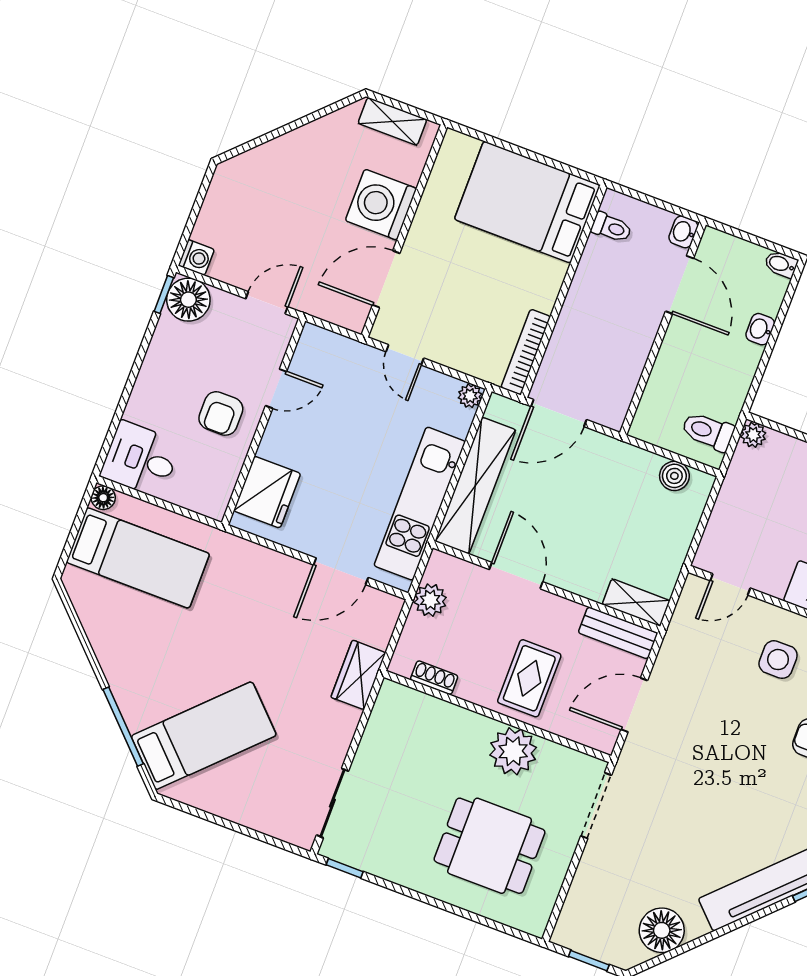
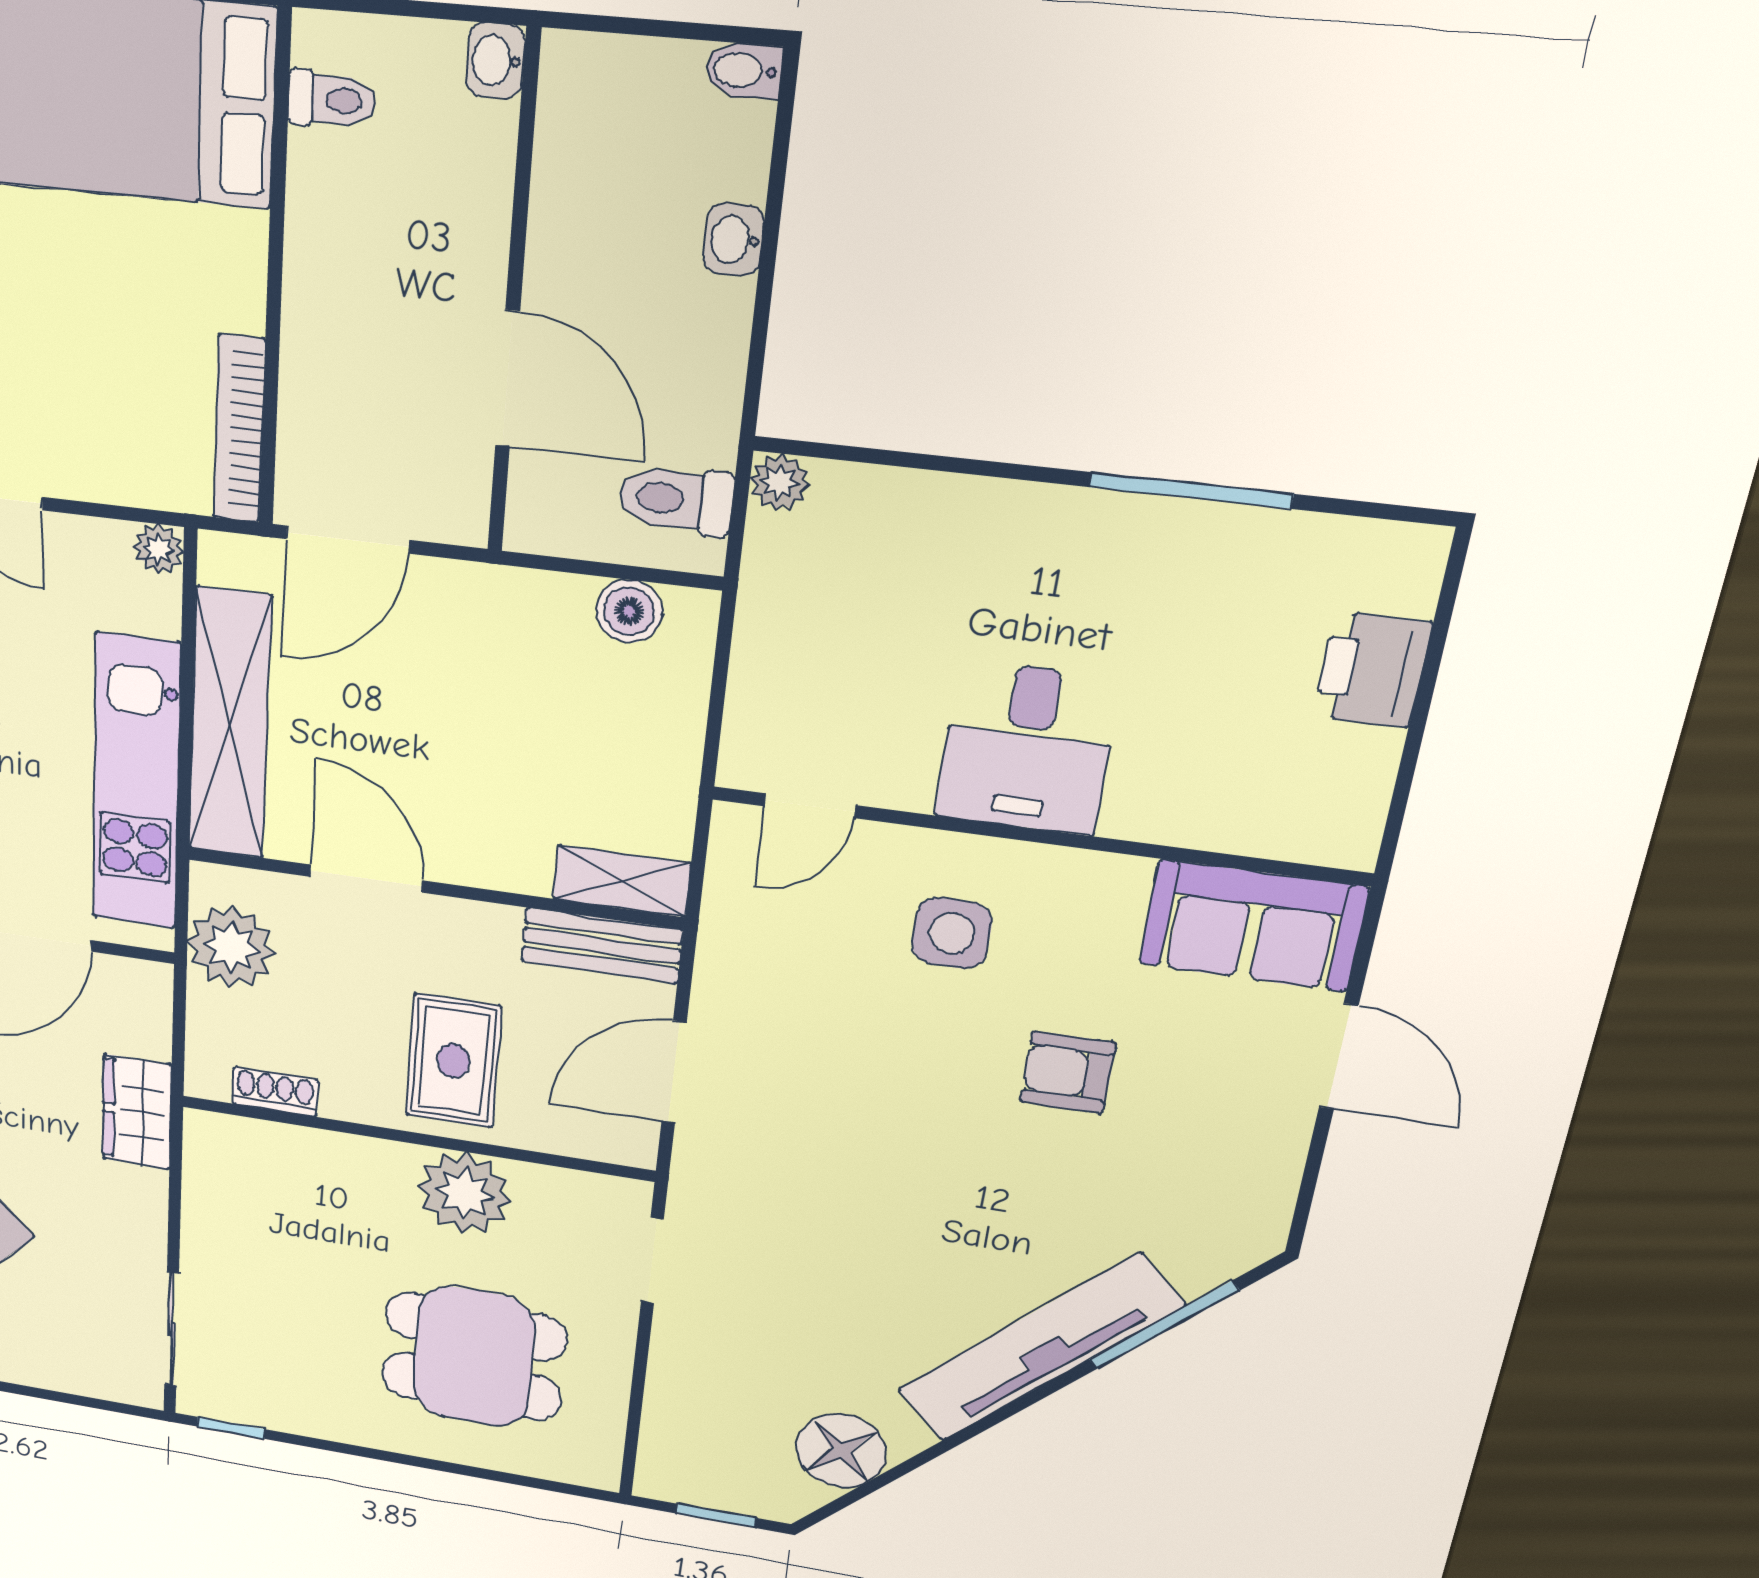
door: (680, 285) -> (508, 379), moved
plant: (430, 600) -> (231, 947), width x1.36, depth x1.36
doorway: (596, 806) -> (652, 1261), width x0.73

